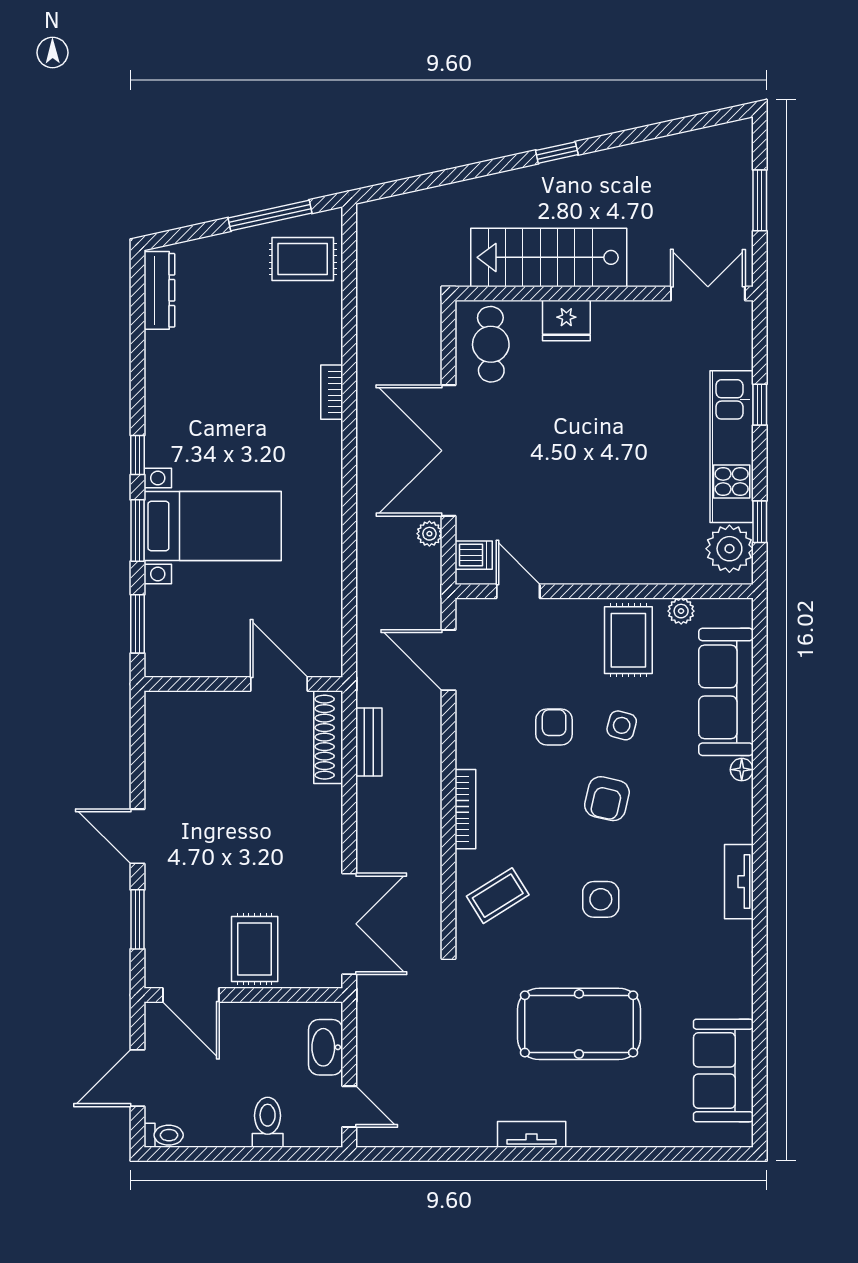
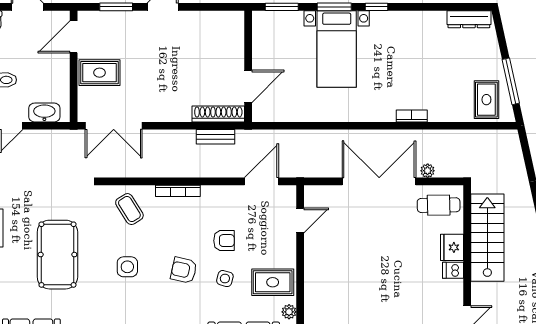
plant: (429, 534) -> (428, 171), moved
dishwasher: (474, 555) -> (453, 270), moved, turned 90

